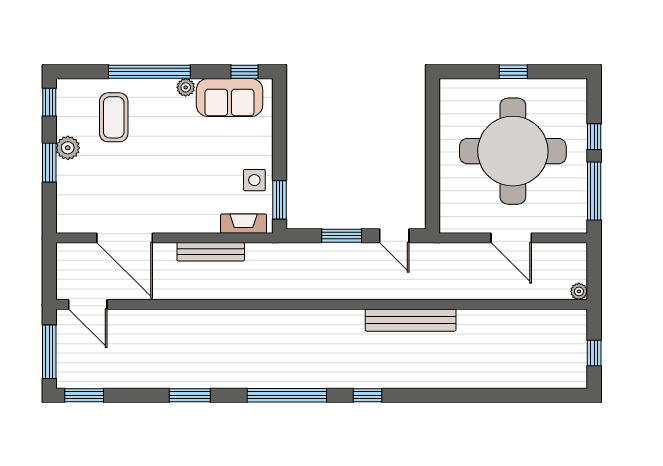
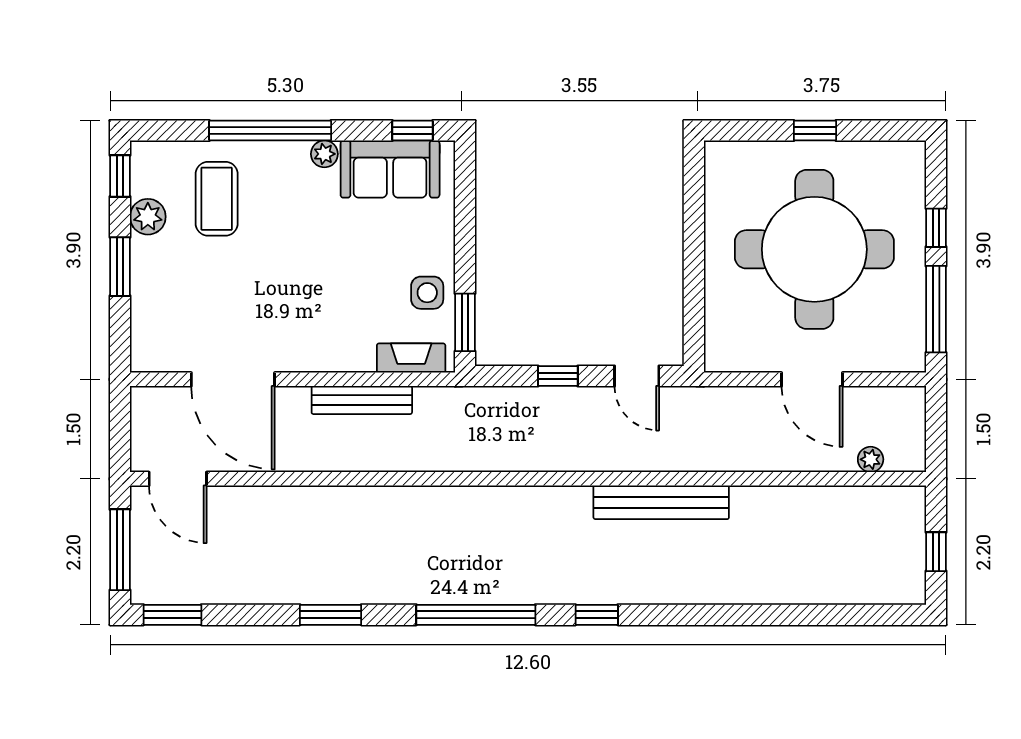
plant: (68, 148) -> (148, 217), moved
window: (342, 236) -> (558, 376), width x0.67
plant: (579, 291) -> (871, 459), moved

